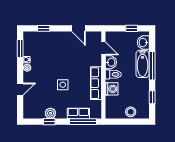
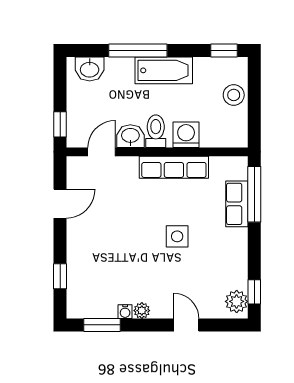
window: (132, 28) -> (60, 124), moved
bathtub: (143, 64) -> (164, 70), moved
window: (152, 97) -> (224, 51), moved
plant: (50, 113) -> (237, 301), moved
window: (49, 122) -> (254, 292), moved

